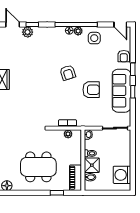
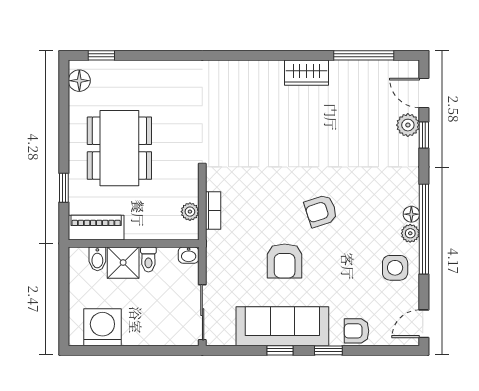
door: (13, 25) -> (424, 93), swing flipped

